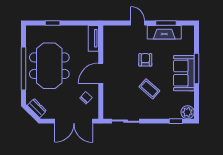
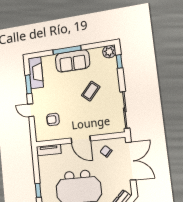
door: (138, 23) -> (31, 110), hinge flipped
fireplace: (164, 32) -> (36, 73), moved
armchair: (145, 60) -> (53, 119), moved
sliding door: (126, 121) -> (125, 110), width x1.37

